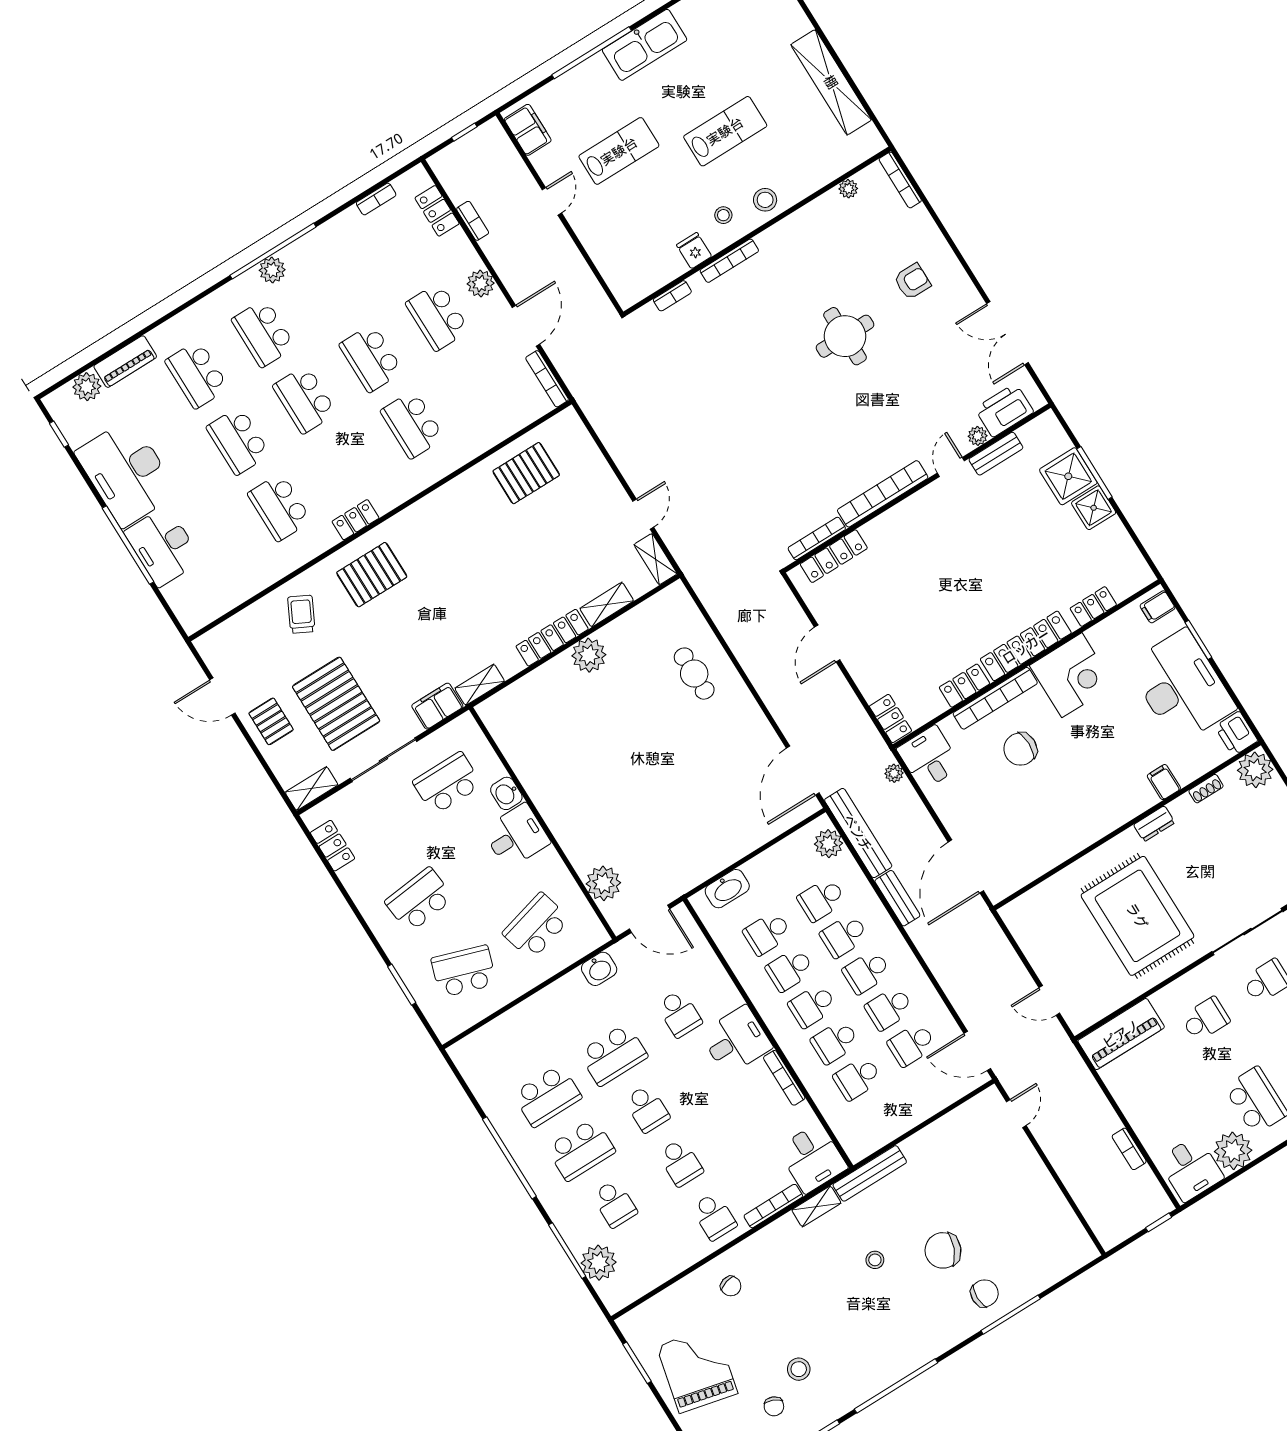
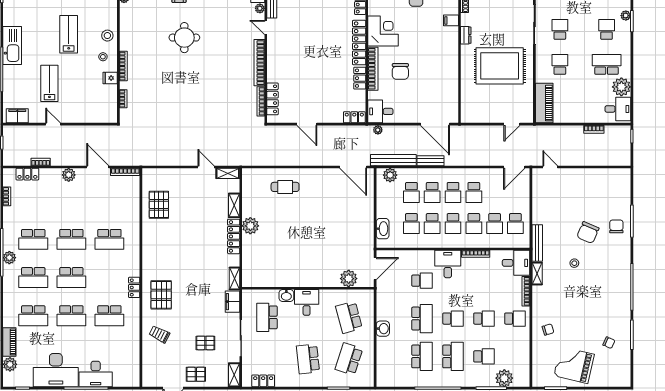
school desk: (437, 317) -> (33, 239), moved
pallet: (336, 704) -> (205, 343), width x0.49, depth x0.50
washbasin: (599, 969) -> (383, 329), moved
school desk: (912, 1044) -> (515, 224), moved
stool: (799, 1369) -> (600, 323), removed

